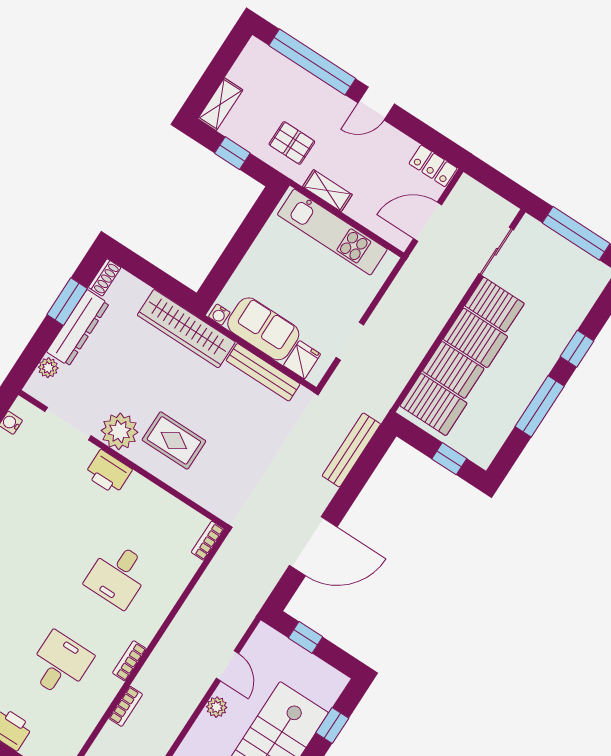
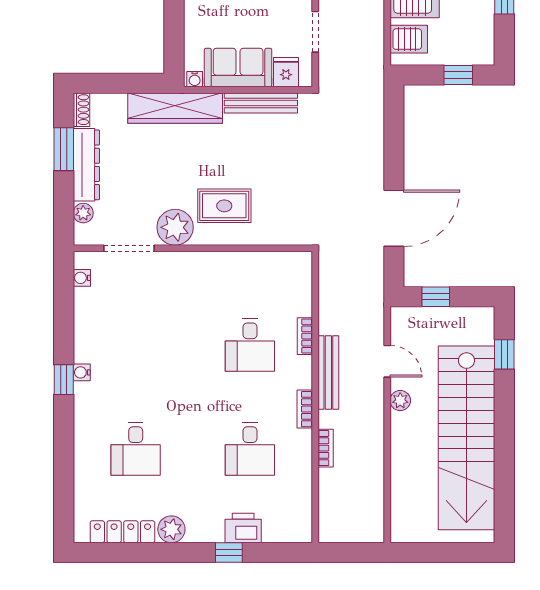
server rack: (434, 405) -> (409, 39), width x0.73, depth x0.70
bench: (351, 450) -> (328, 372), moved
printer: (108, 472) -> (188, 266), removed
bookcase: (208, 541) -> (305, 336), moved
desk: (60, 665) -> (250, 449), turned 180

